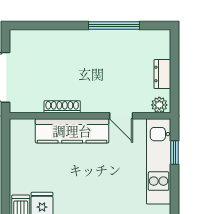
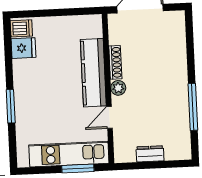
plant: (159, 105) -> (118, 88), moved
window: (174, 152) -> (78, 168), width x1.50

